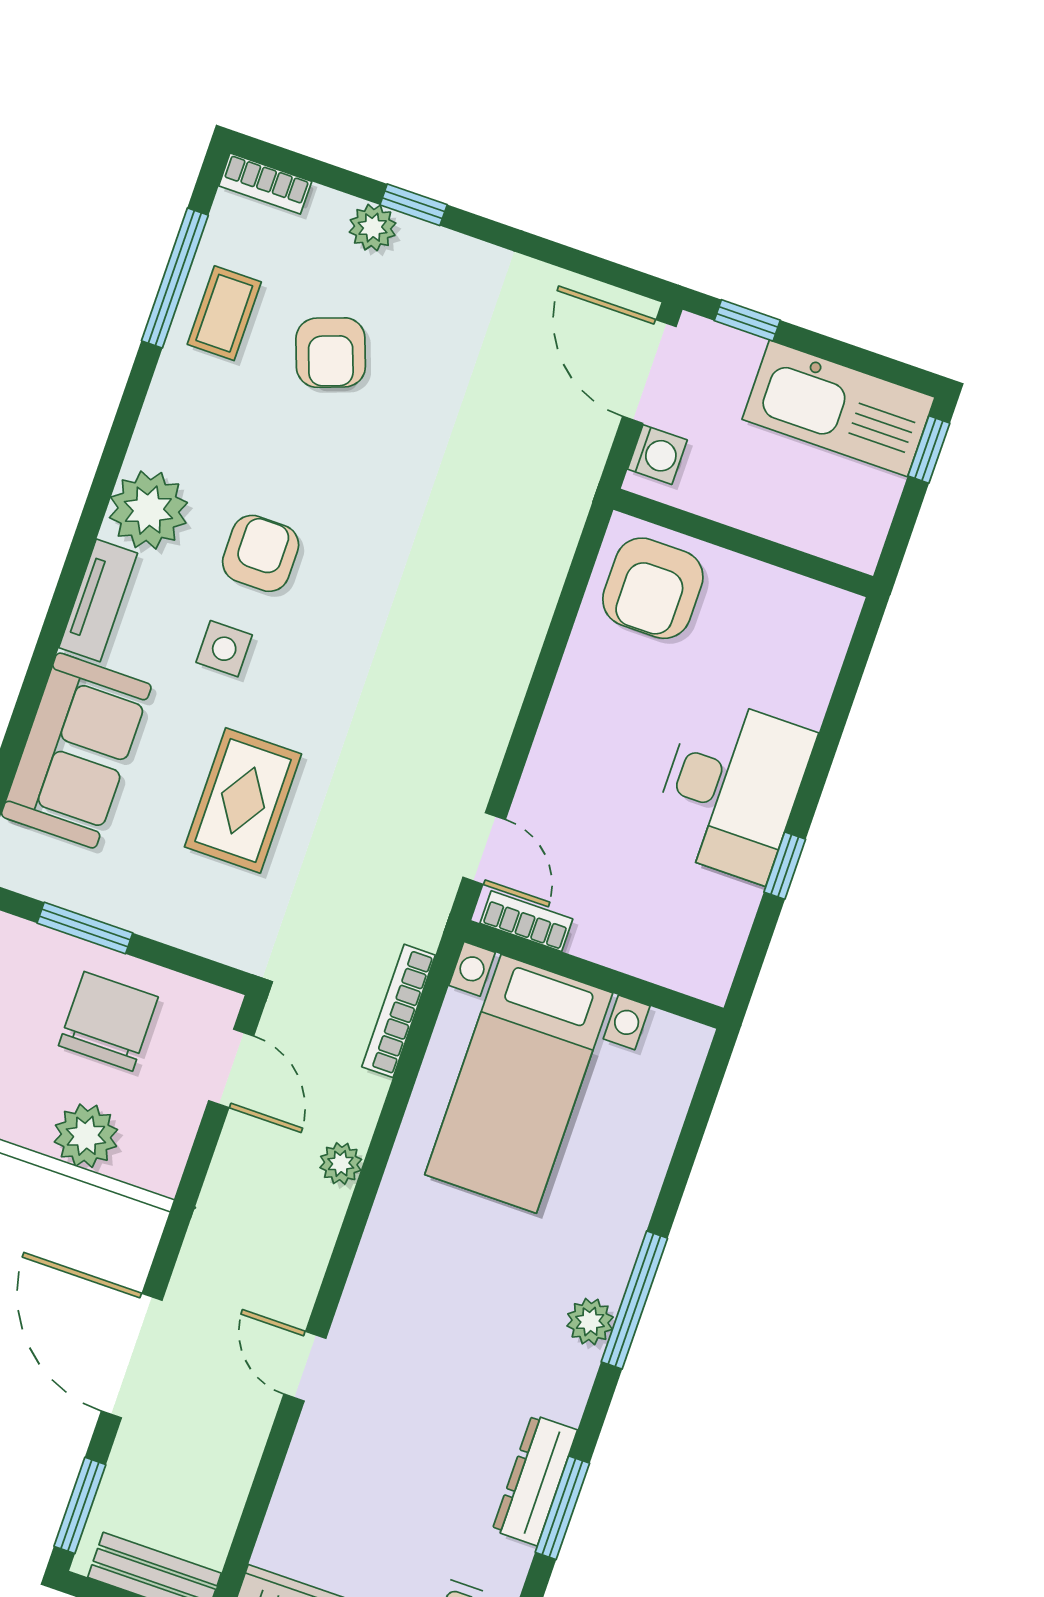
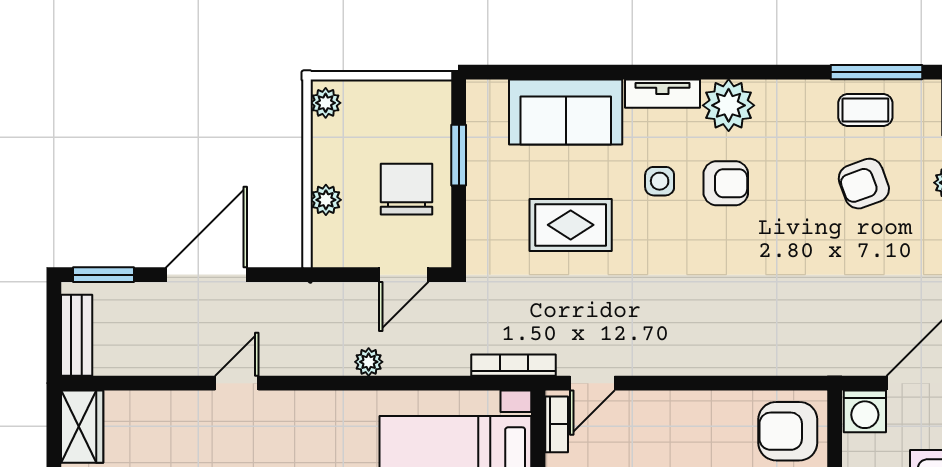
washing machine: (657, 455) -> (865, 411), width x1.38, depth x1.38
bookcase: (399, 1011) -> (514, 365), moved
chair: (108, 1021) -> (406, 189), turned -90
plant: (86, 1136) -> (326, 200), width x0.73, depth x0.73

